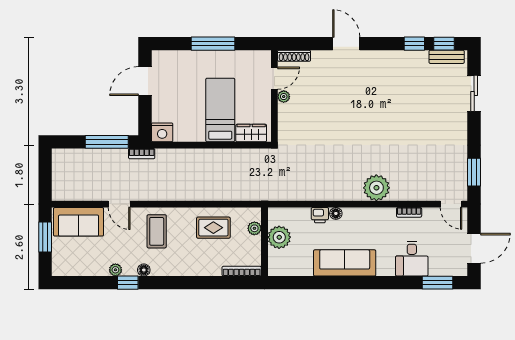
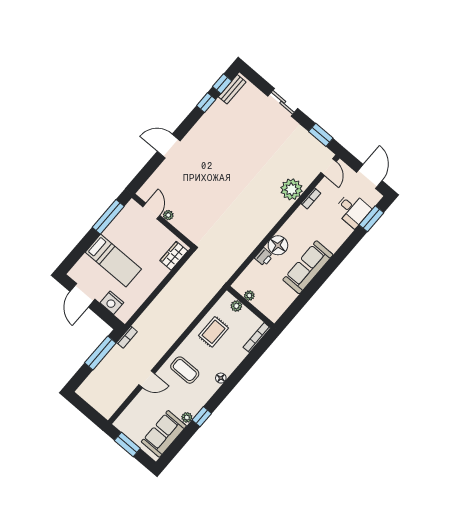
window: (213, 44) -> (108, 217), moved
shoe rack: (294, 56) -> (148, 186), removed
sliding door: (474, 93) -> (283, 102), moved
bed: (220, 110) -> (113, 261), moved, turned 180
nightstand: (162, 132) -> (112, 303), moved, turned 90
plant: (376, 188) -> (291, 189), moved
door: (451, 204) -> (329, 167), hinge flipped
floor lamp: (336, 213) -> (278, 245), width x1.89, depth x1.89
sofa: (79, 222) -> (164, 434), moved, turned 180
plant: (279, 237) -> (249, 295), width x0.53, depth x0.53
desk: (412, 259) -> (352, 210), moved
floor lamp: (144, 270) -> (221, 378), moved

